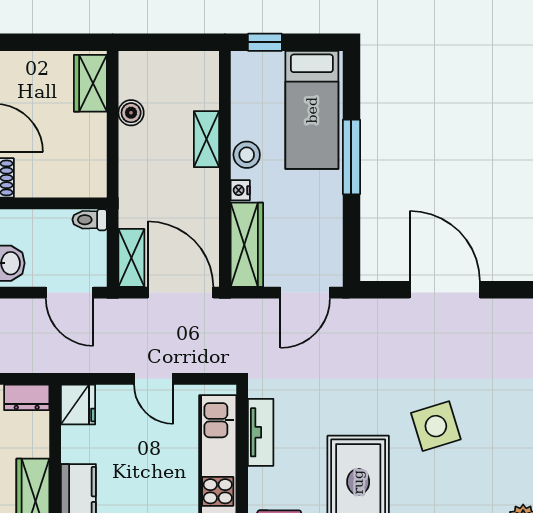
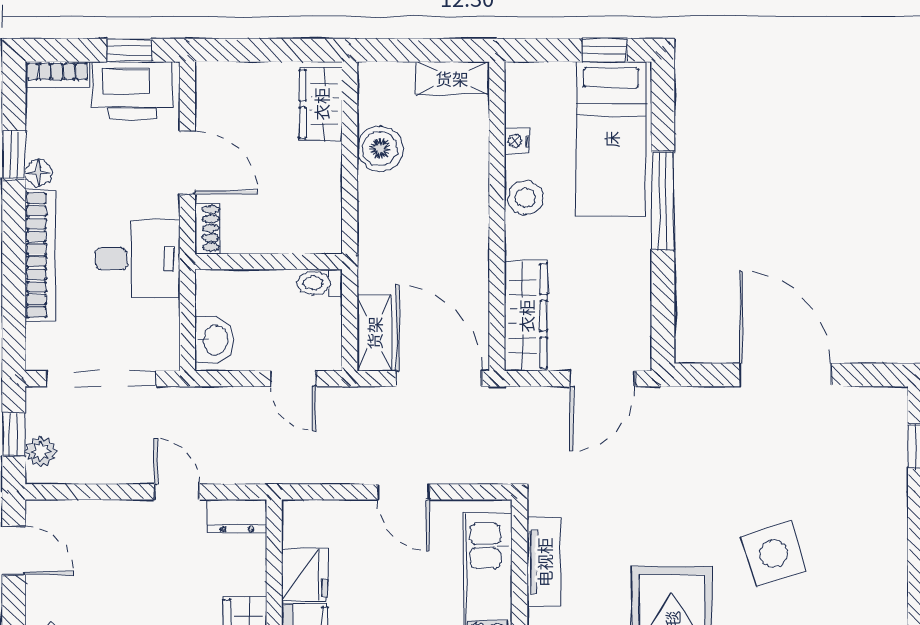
window: (265, 42) -> (604, 50), moved
boiler: (131, 113) -> (380, 149), width x1.36, depth x1.36
shelving: (206, 139) -> (452, 78), moved, turned 90
nightstand: (240, 190) -> (517, 141), moved
door: (70, 293) -> (293, 379), width x0.73
fridge: (78, 405) -> (304, 574), moved

